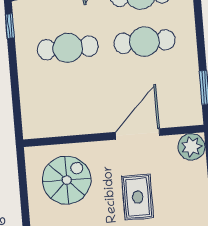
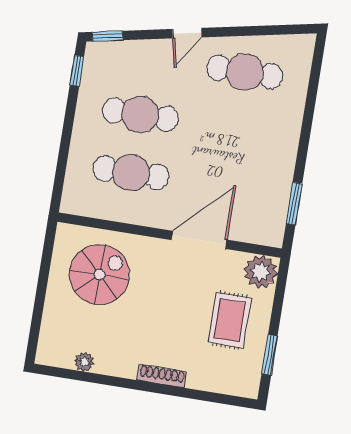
cafe table: (144, 42) -> (131, 173), moved
rug: (138, 197) -> (230, 320), moved

